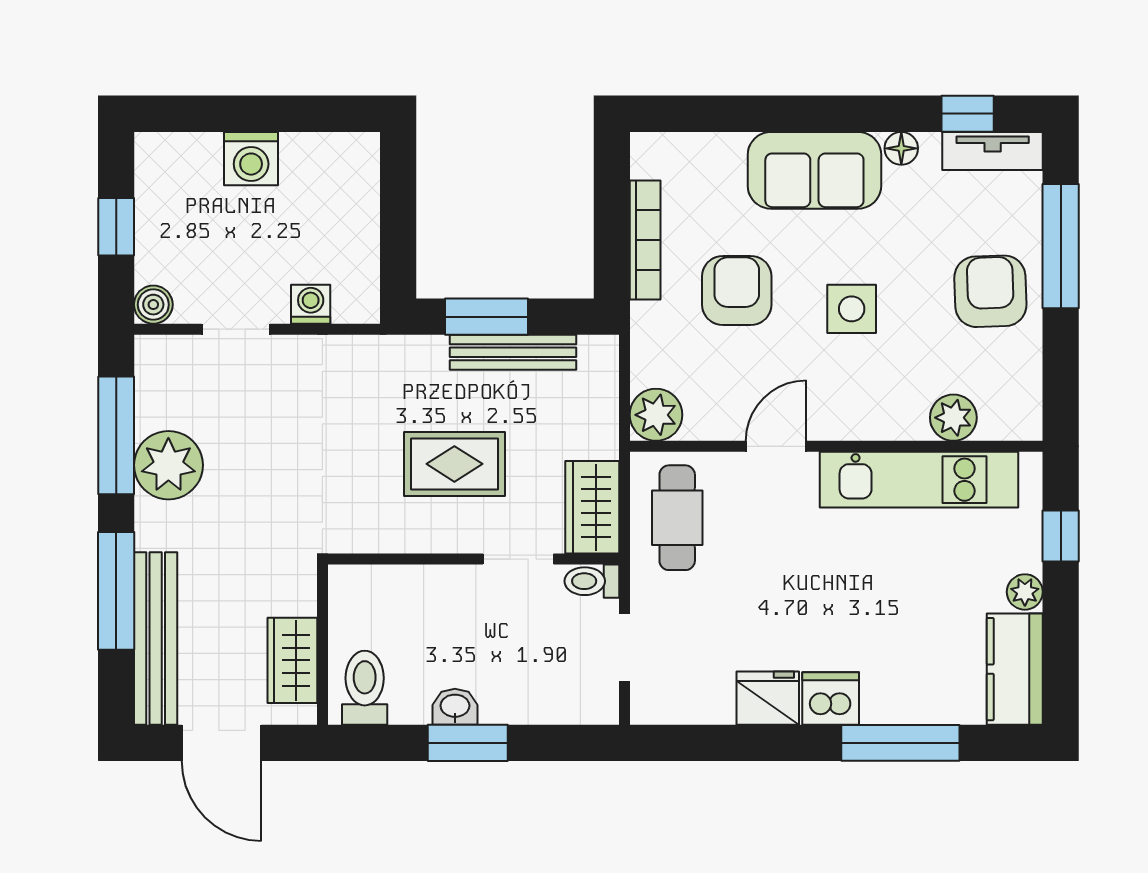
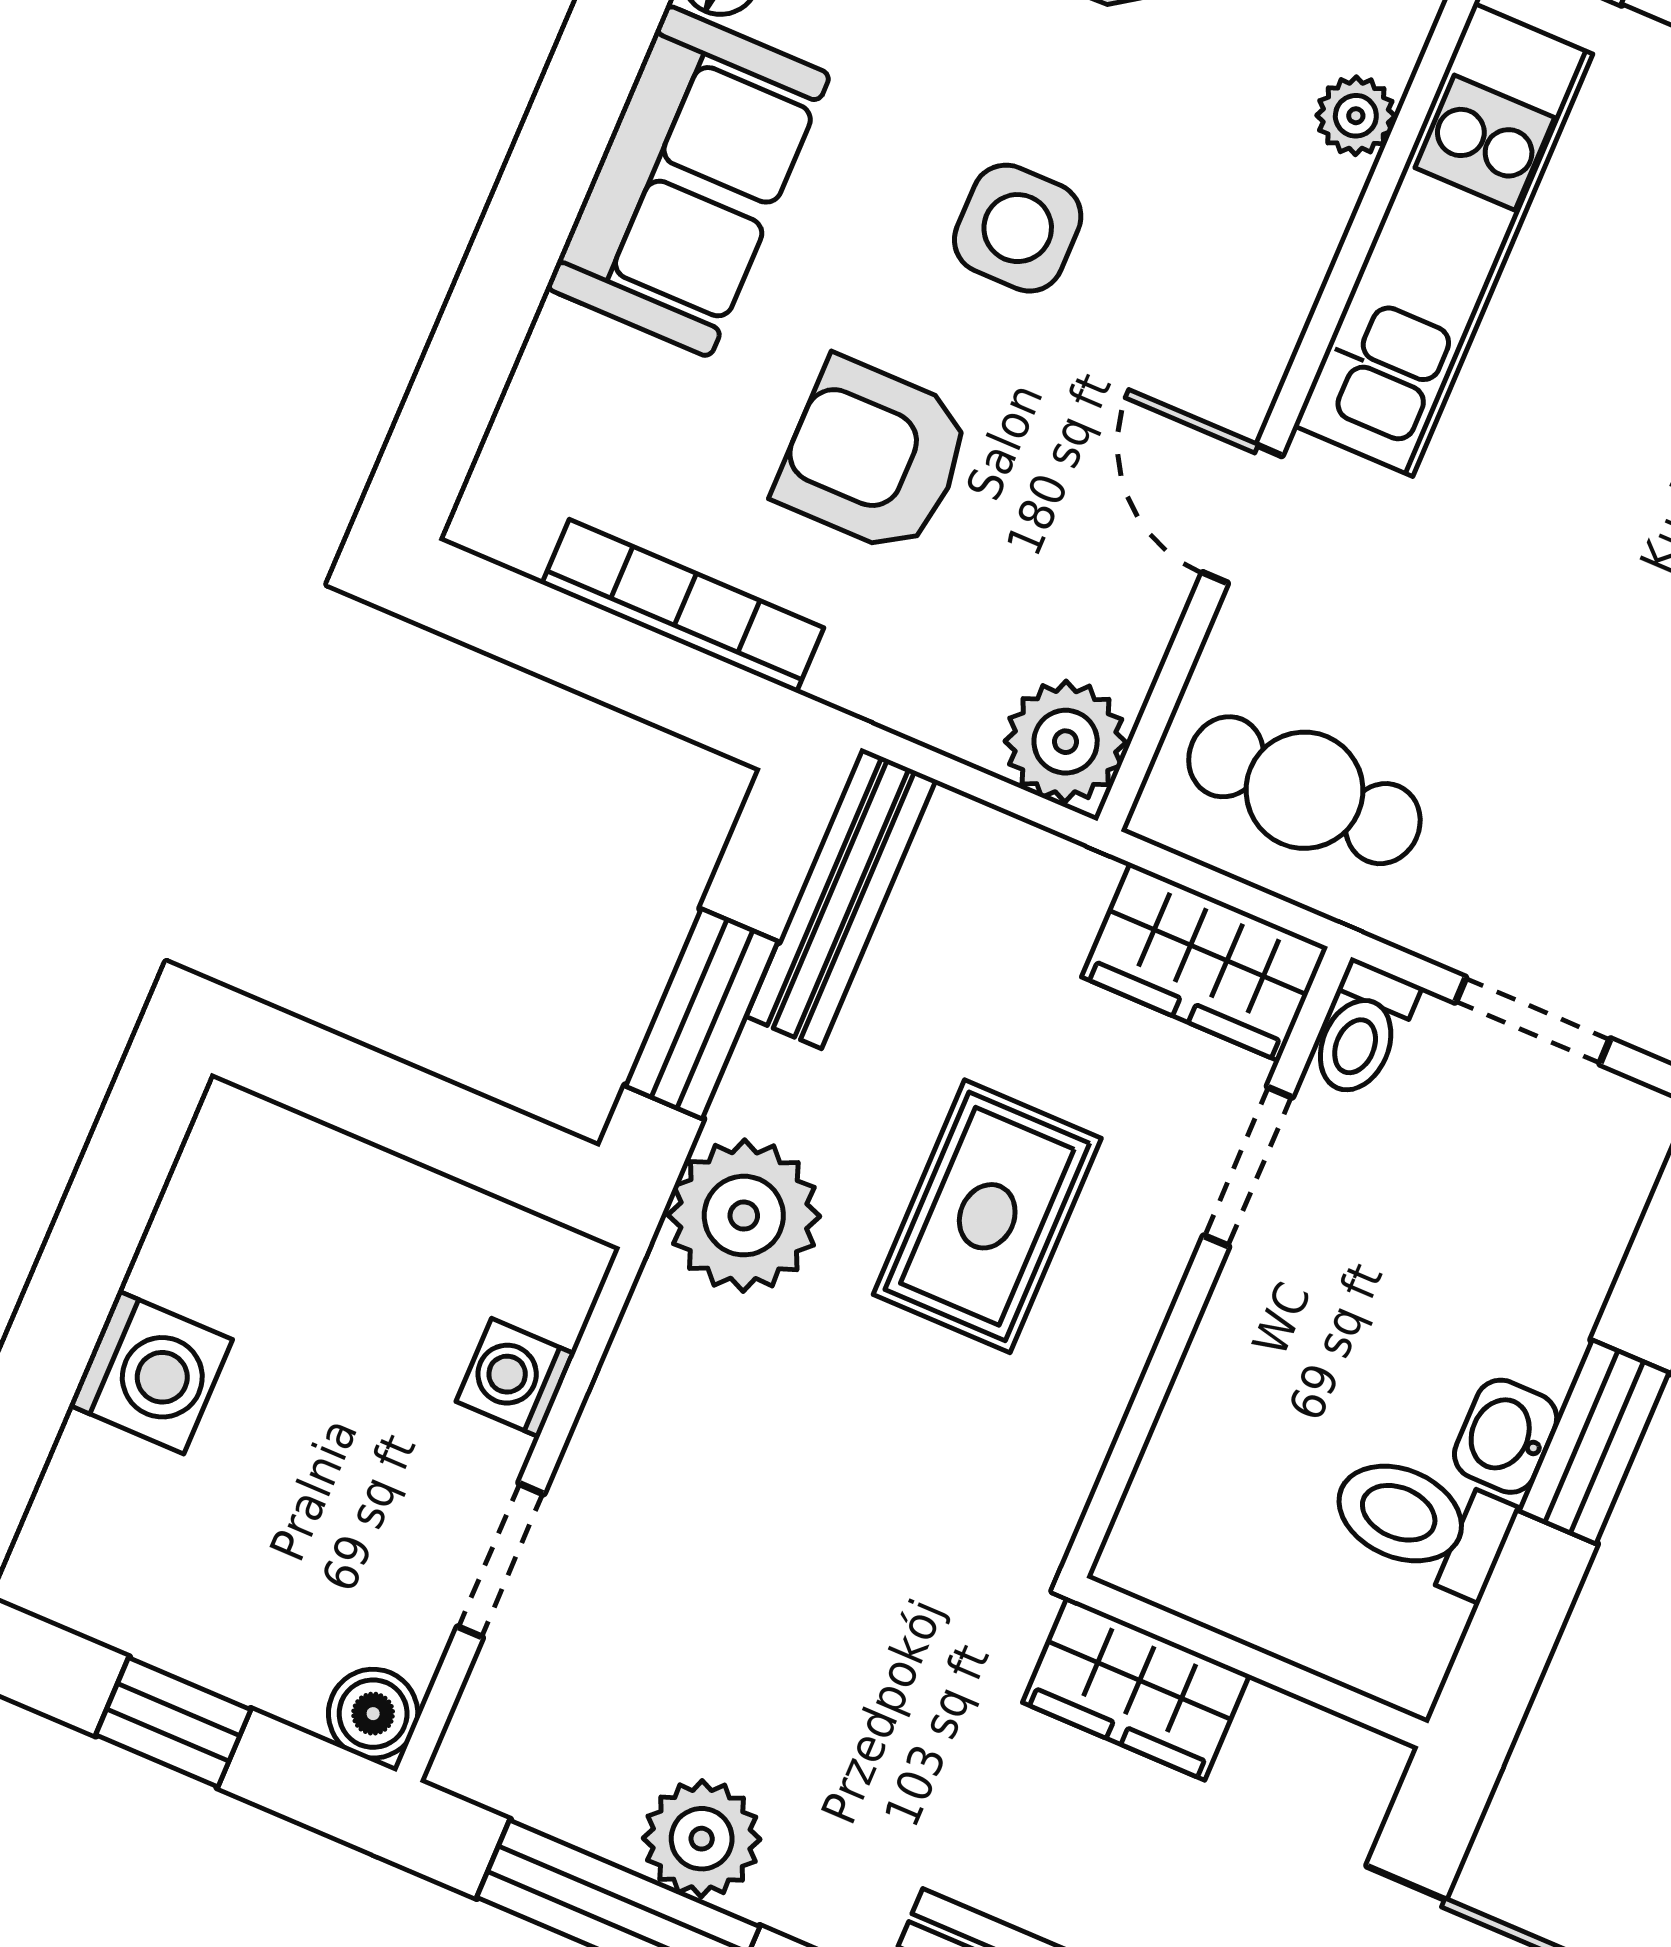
bench: (513, 352) -> (841, 898), moved
plant: (414, 367) -> (744, 1216), added
plant: (953, 418) -> (1356, 116), width x0.73, depth x0.73
plant: (168, 465) -> (702, 1839), width x0.73, depth x0.73
wardrobe: (292, 660) -> (1136, 1689), moved
toilet: (365, 688) -> (1421, 1522), moved

